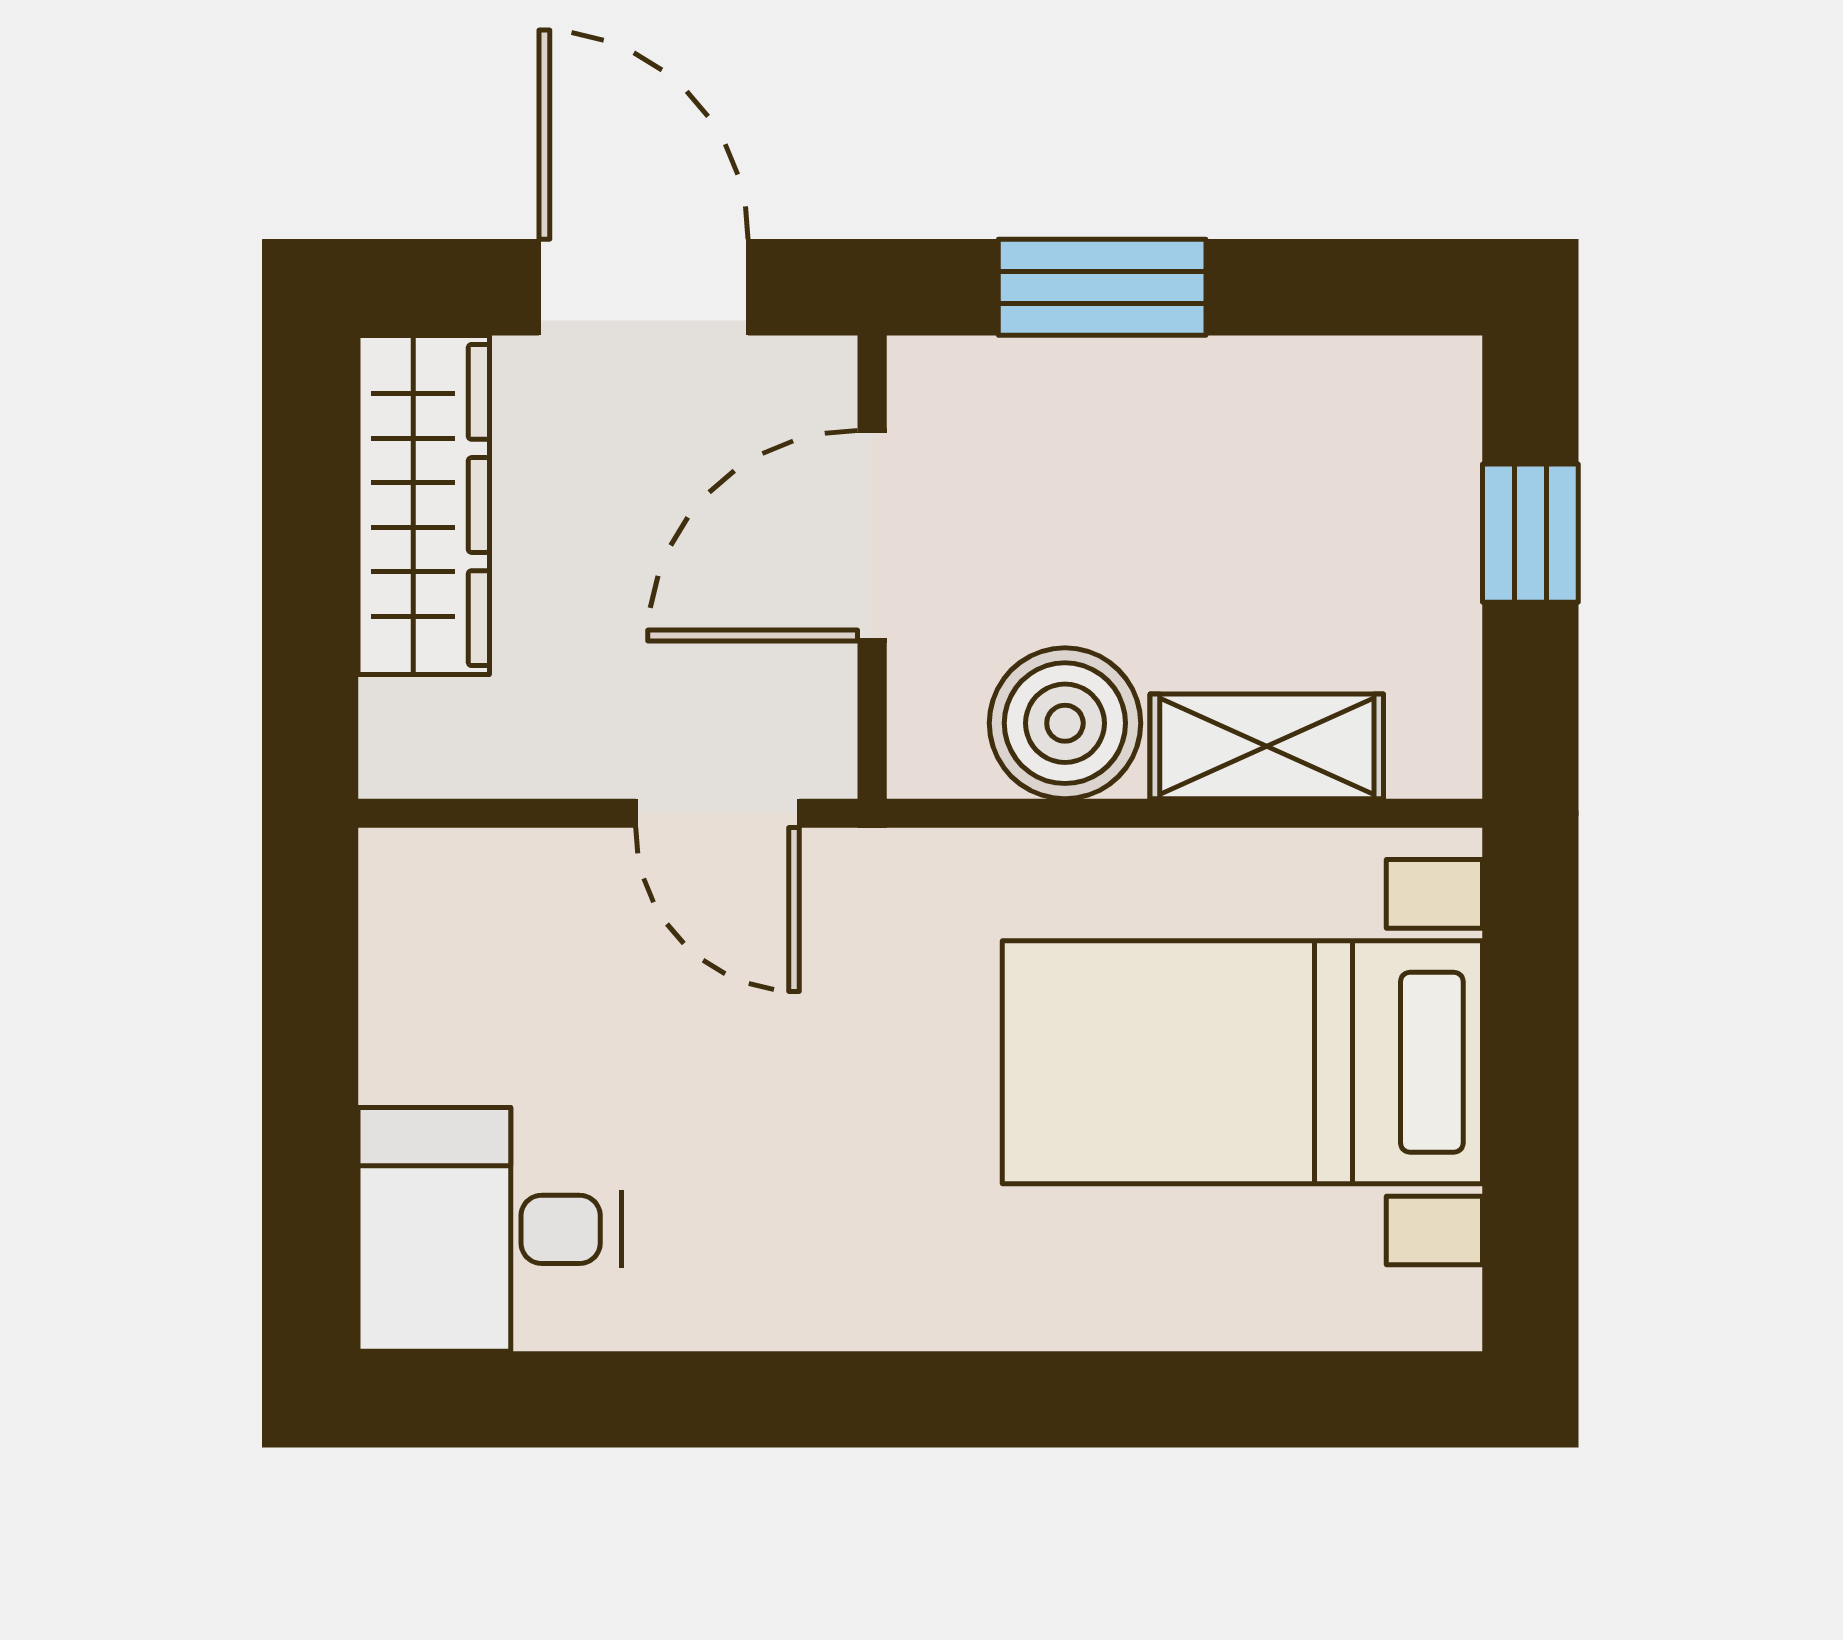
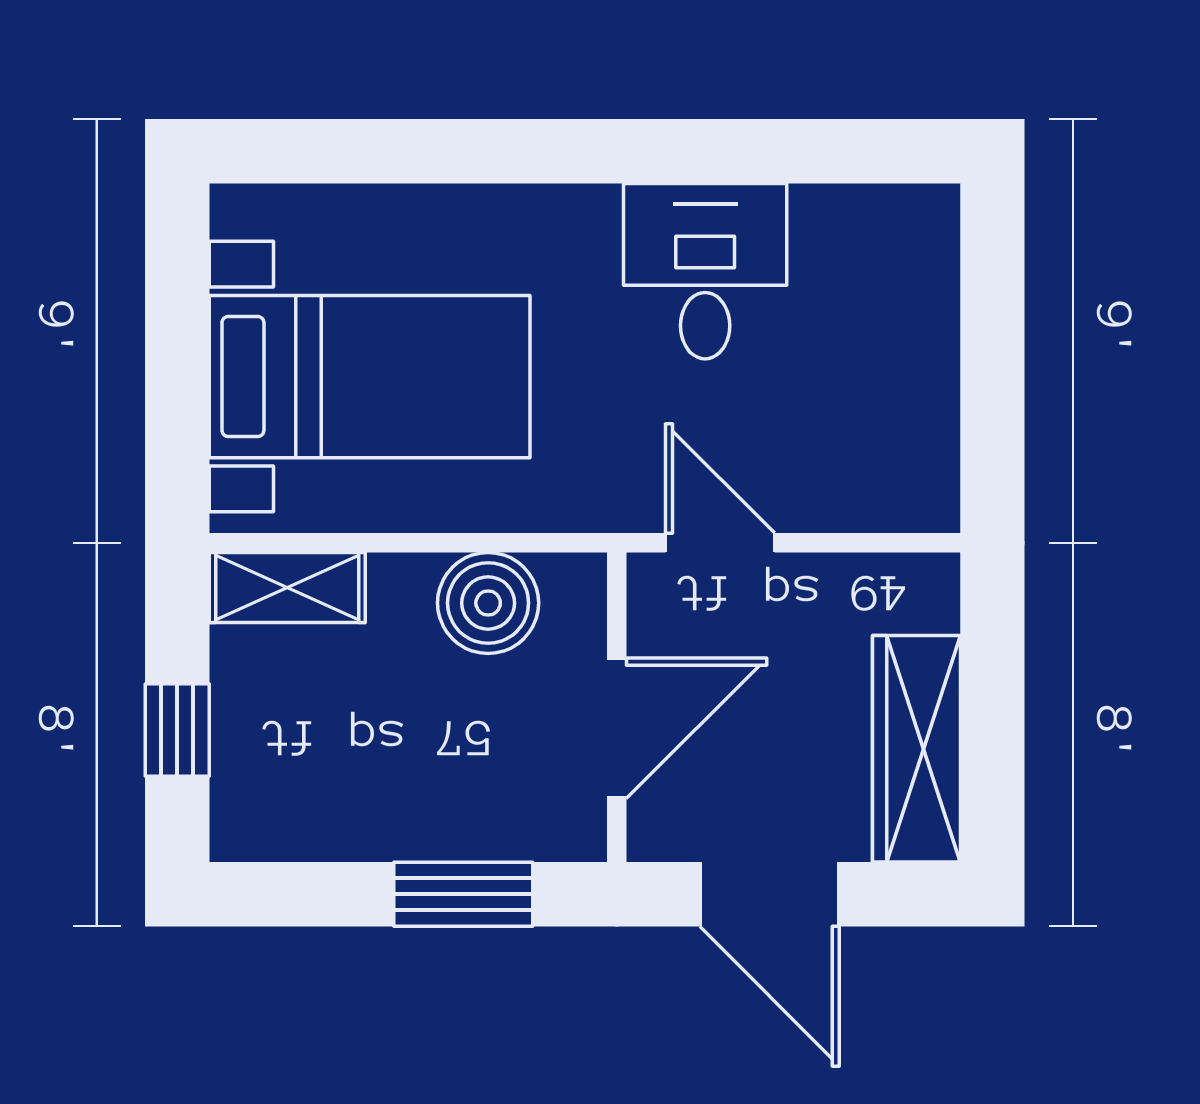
shelving: (1267, 746) -> (287, 588), moved
desk: (490, 1229) -> (705, 271), moved, turned -90

